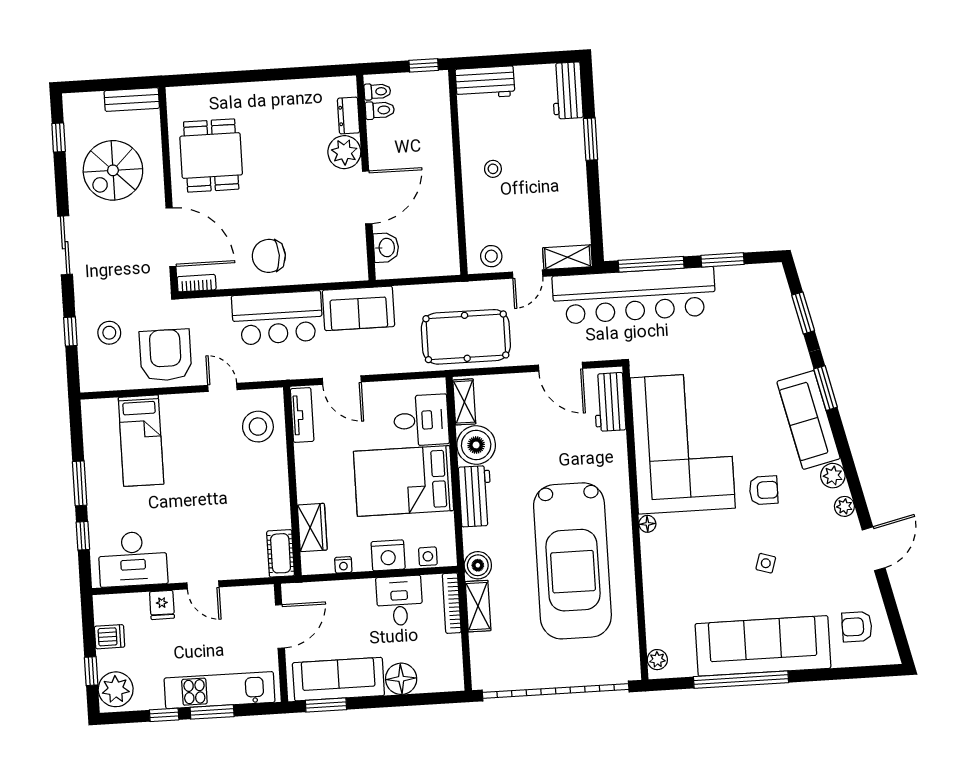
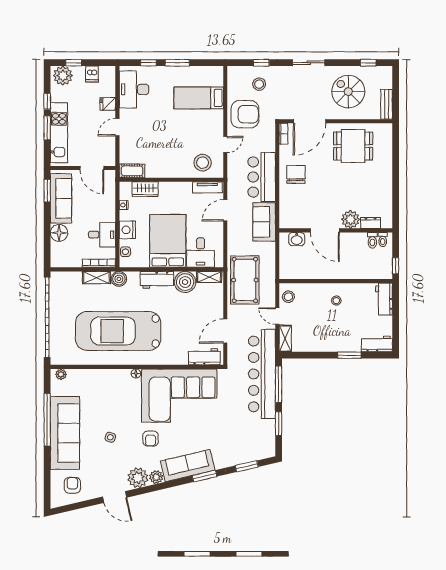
plant: (844, 506) -> (138, 478), width x1.88, depth x1.88

